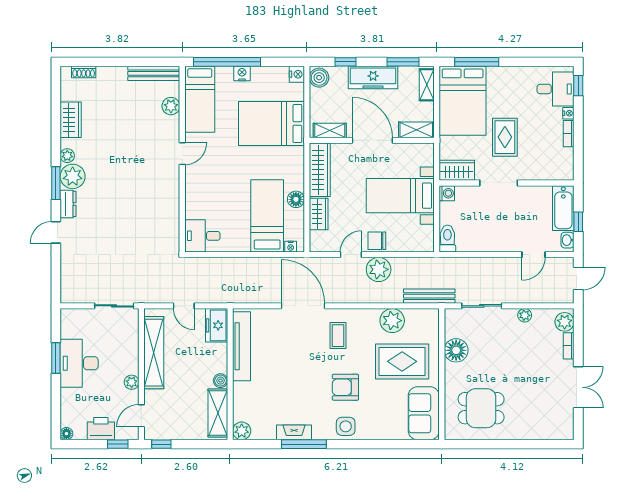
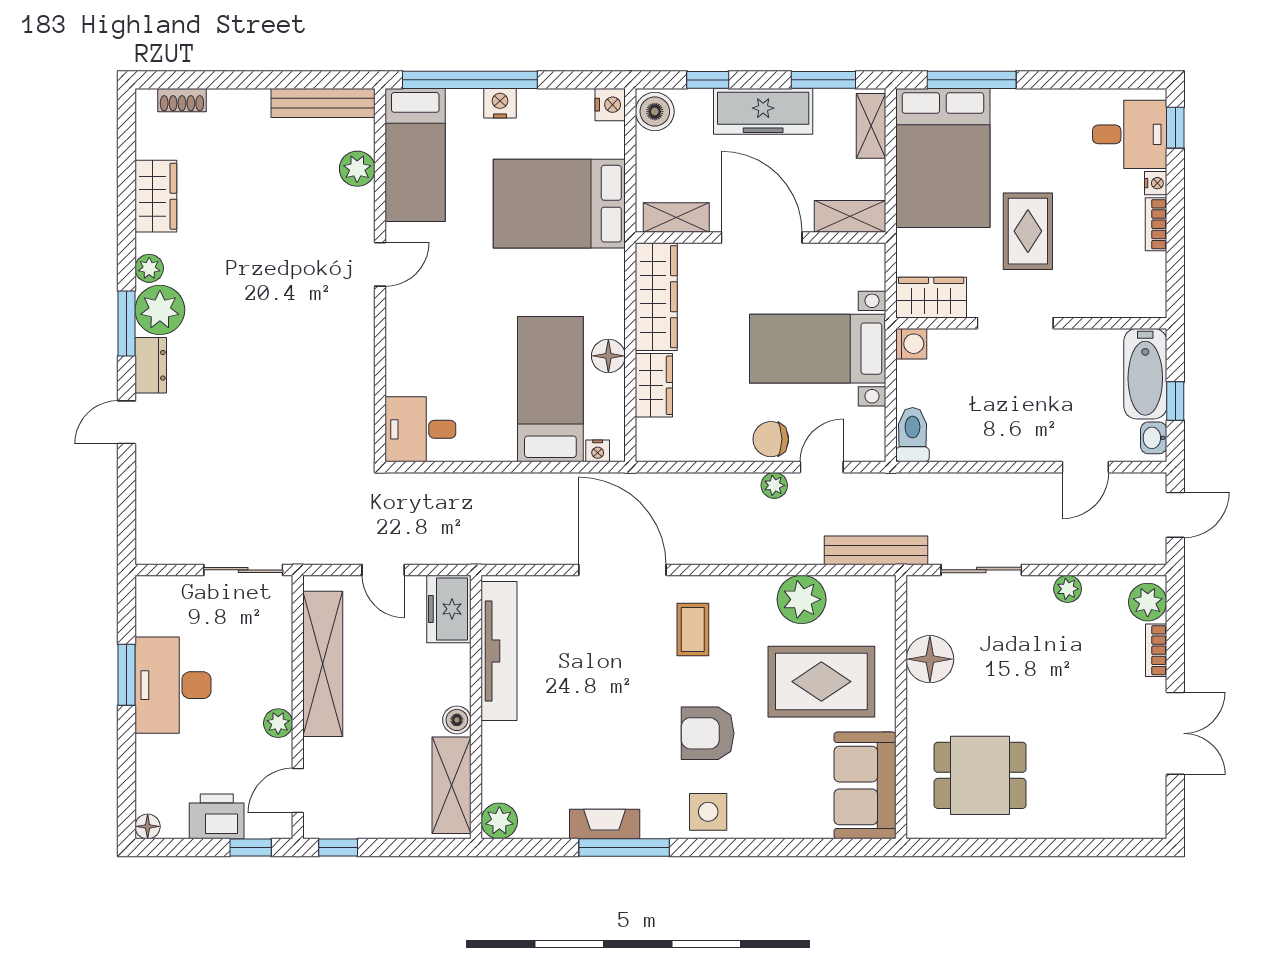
door: (351, 255) -> (822, 467), moved
plant: (379, 269) -> (774, 485), width x0.53, depth x0.53

